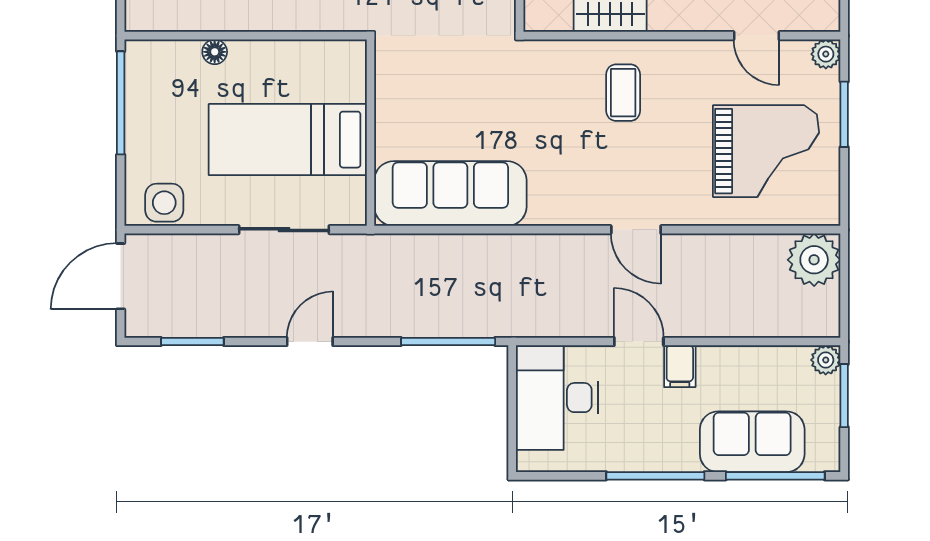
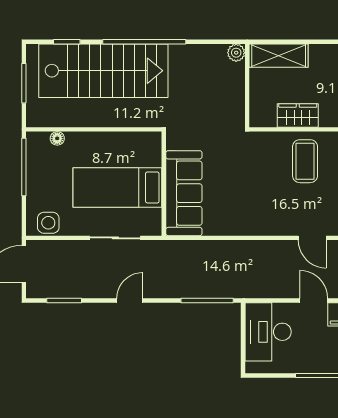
floor lamp: (215, 52) -> (57, 138), moved
coffee table: (623, 93) -> (305, 161), width x1.36, depth x1.30
sofa: (450, 194) -> (184, 193), moved, turned 90

